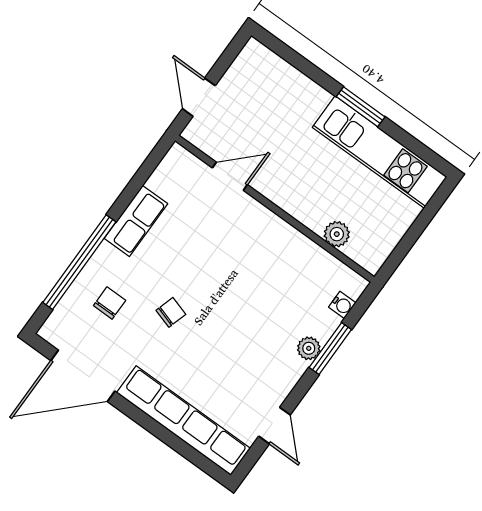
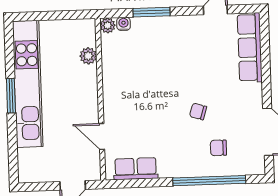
kitchen unit: (380, 152) -> (28, 84), width x1.36
row of seats: (136, 221) -> (136, 169), moved
plant: (309, 348) -> (108, 25), moved
row of seats: (184, 421) -> (250, 48), width x0.73

